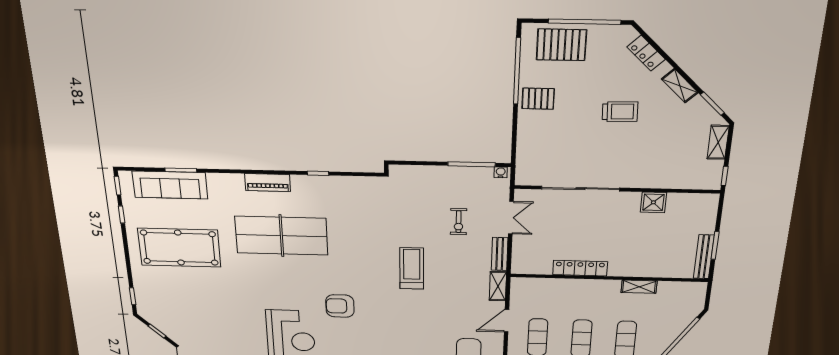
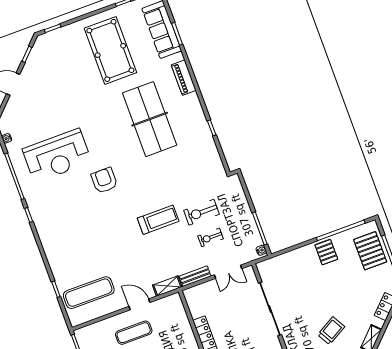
trolley: (620, 112) -> (331, 331), moved, turned -118
piano: (268, 183) -> (184, 78), moved
exercise bike: (422, 221) -> (201, 212), added

